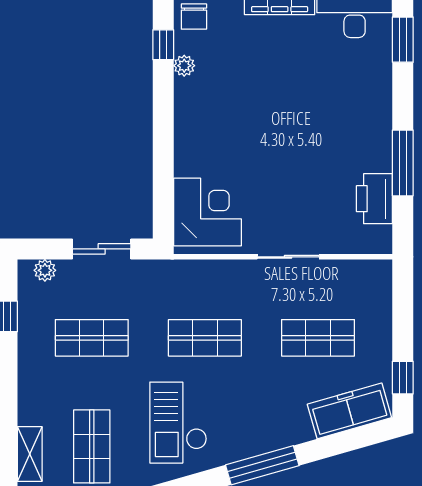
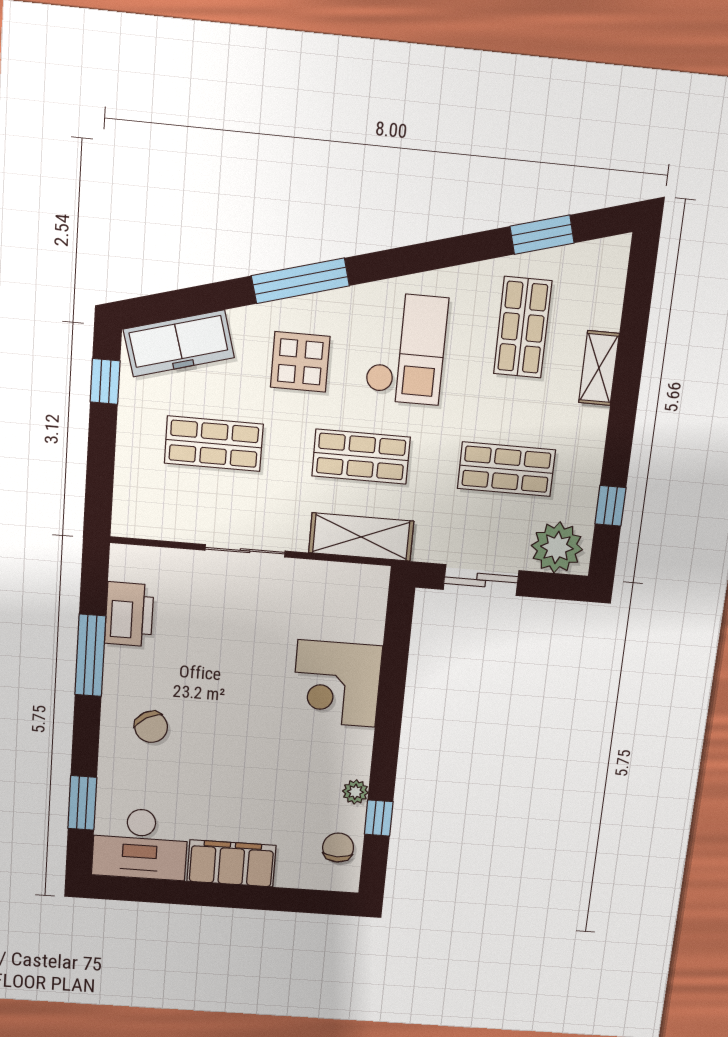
chair: (352, 108) -> (151, 727), added
corner desk: (207, 212) -> (337, 684), moved
plant: (45, 270) -> (557, 547), width x1.87, depth x1.87
shelving: (199, 275) -> (361, 537), added
display table: (257, 405) -> (300, 362), added
shelving: (30, 454) -> (599, 368), moved

